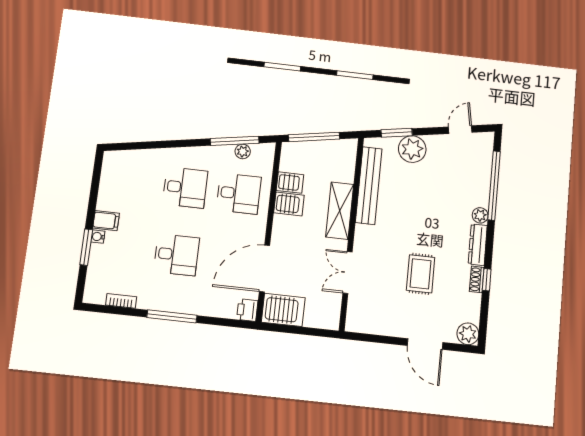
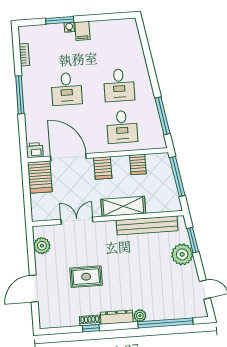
plant: (243, 151) -> (155, 124), removed
server rack: (289, 204) -> (103, 168), moved
plant: (468, 334) -> (42, 246), moved

